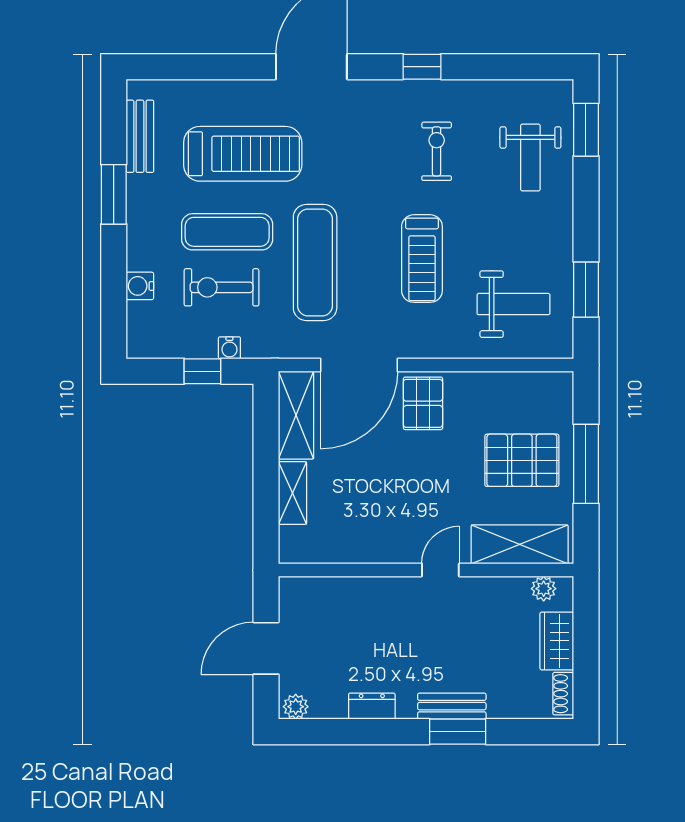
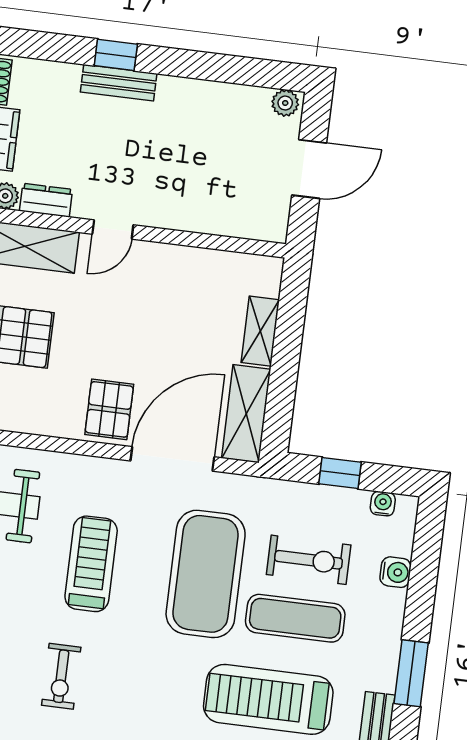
exercise mat: (315, 262) -> (206, 574), width x1.47
water cooler: (229, 348) -> (383, 504), moved
dresser: (372, 706) -> (46, 200), moved, turned 180
window: (458, 732) -> (116, 55), width x0.67

